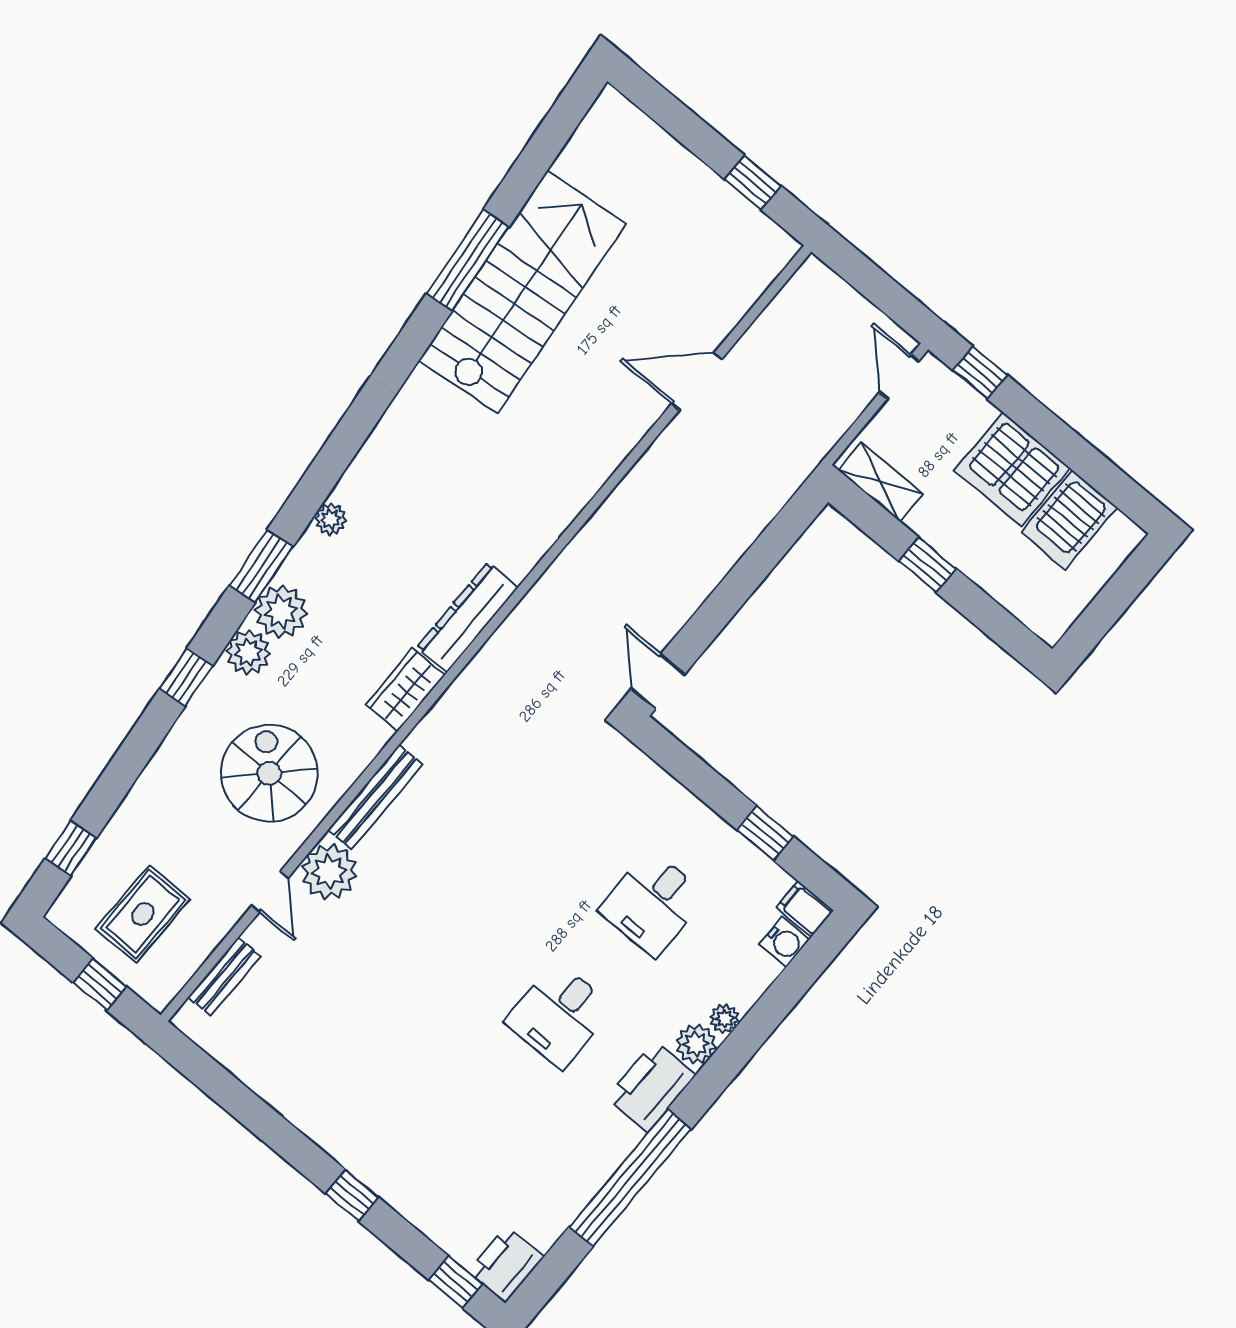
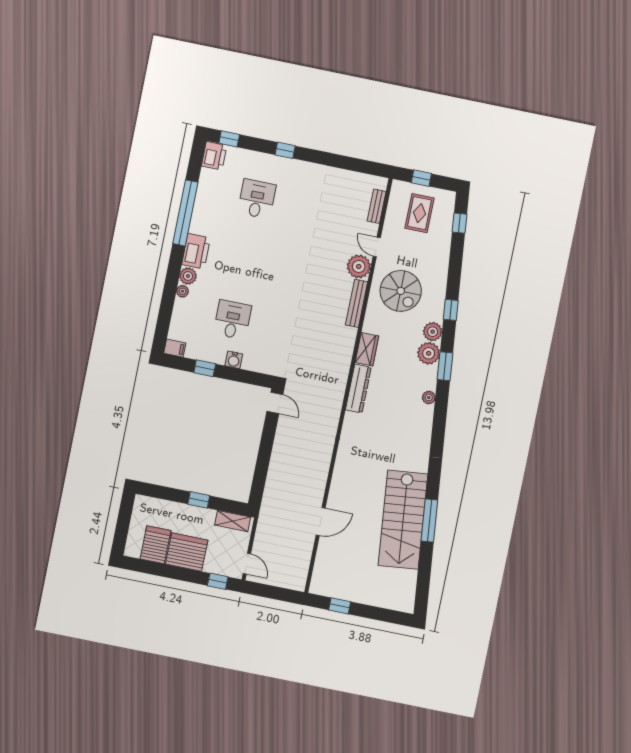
water cooler: (784, 942) -> (234, 360), moved, turned -90
desk: (559, 1015) -> (257, 199), moved

